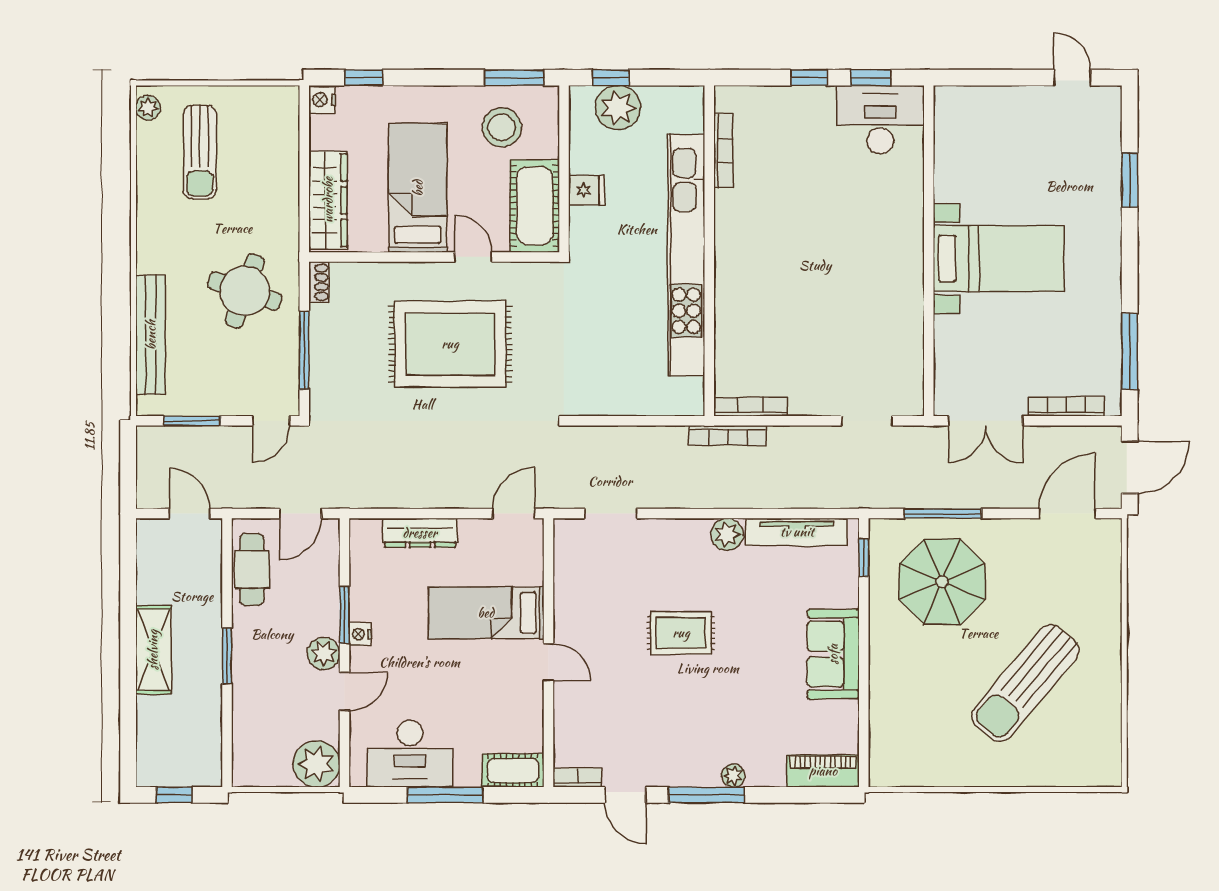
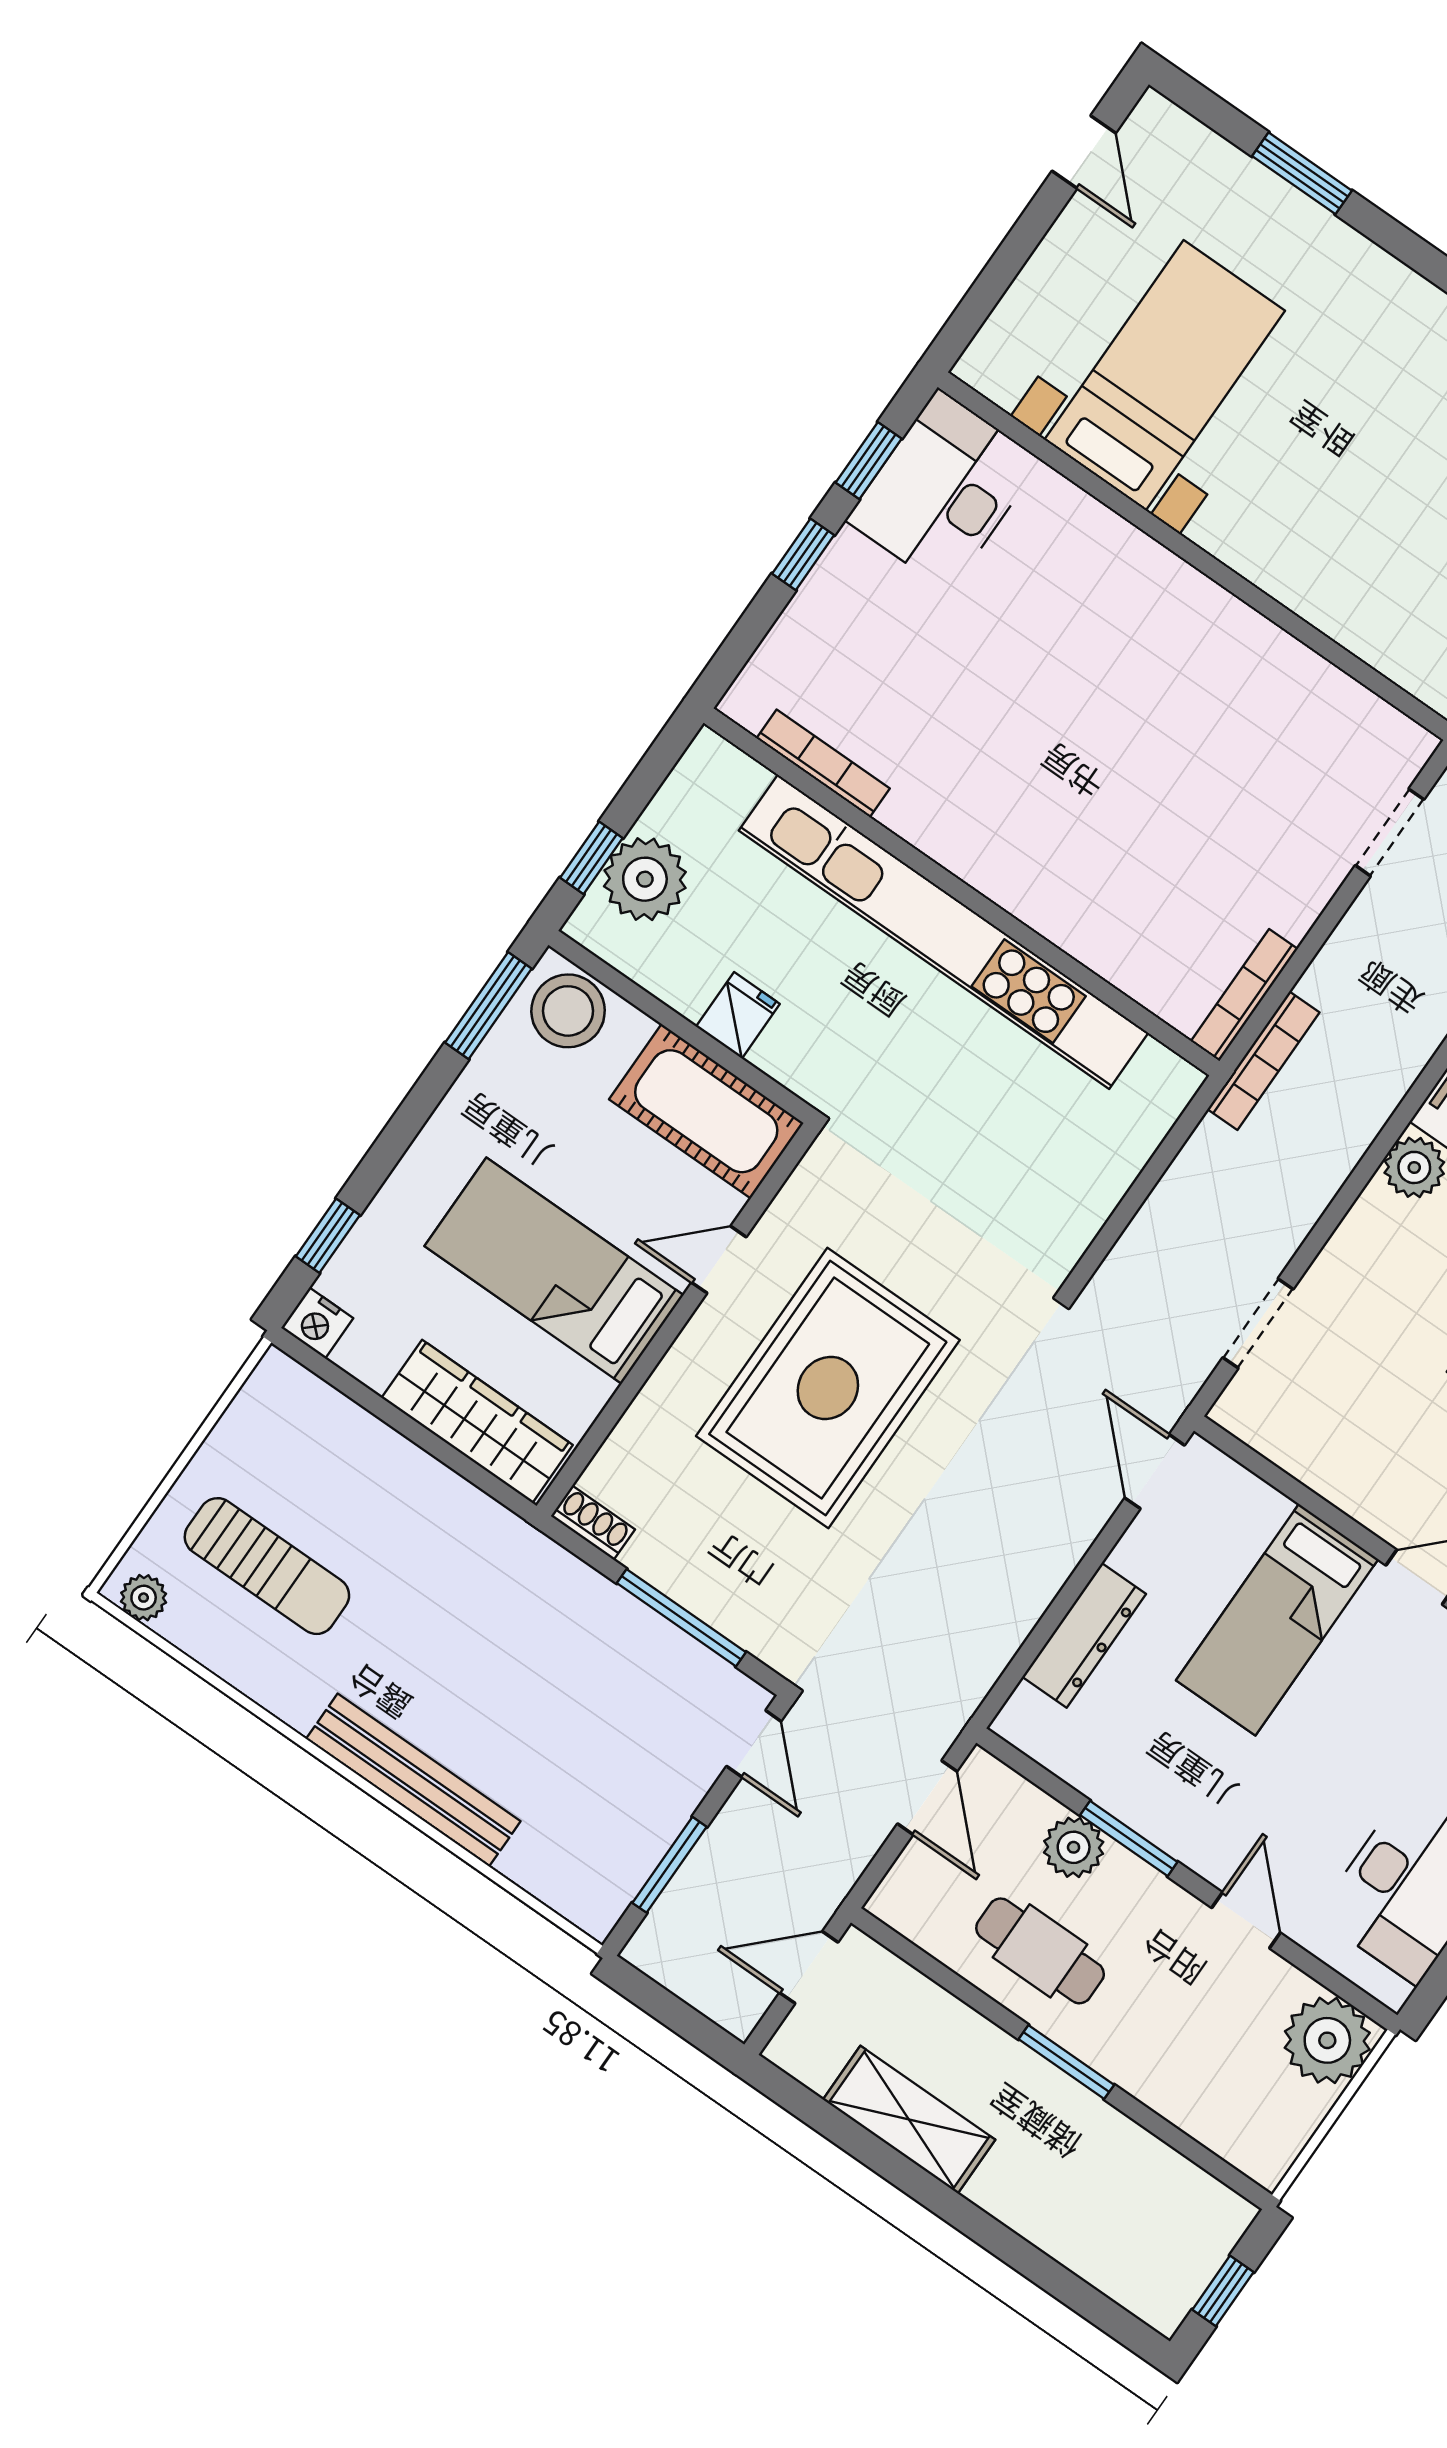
door: (1072, 78) -> (1084, 152), swing flipped
stool: (502, 127) -> (568, 1011), moved
bed with nightstands: (999, 259) -> (1165, 375), moved
round table: (245, 291) -> (527, 1645), removed
bench: (151, 335) -> (413, 1780), moved
cafe table: (252, 570) -> (1040, 1951), moved
nightstand: (360, 634) -> (1175, 1835), removed
shelving: (153, 650) -> (909, 2120), moved
plant: (324, 653) -> (1074, 1847), moved

